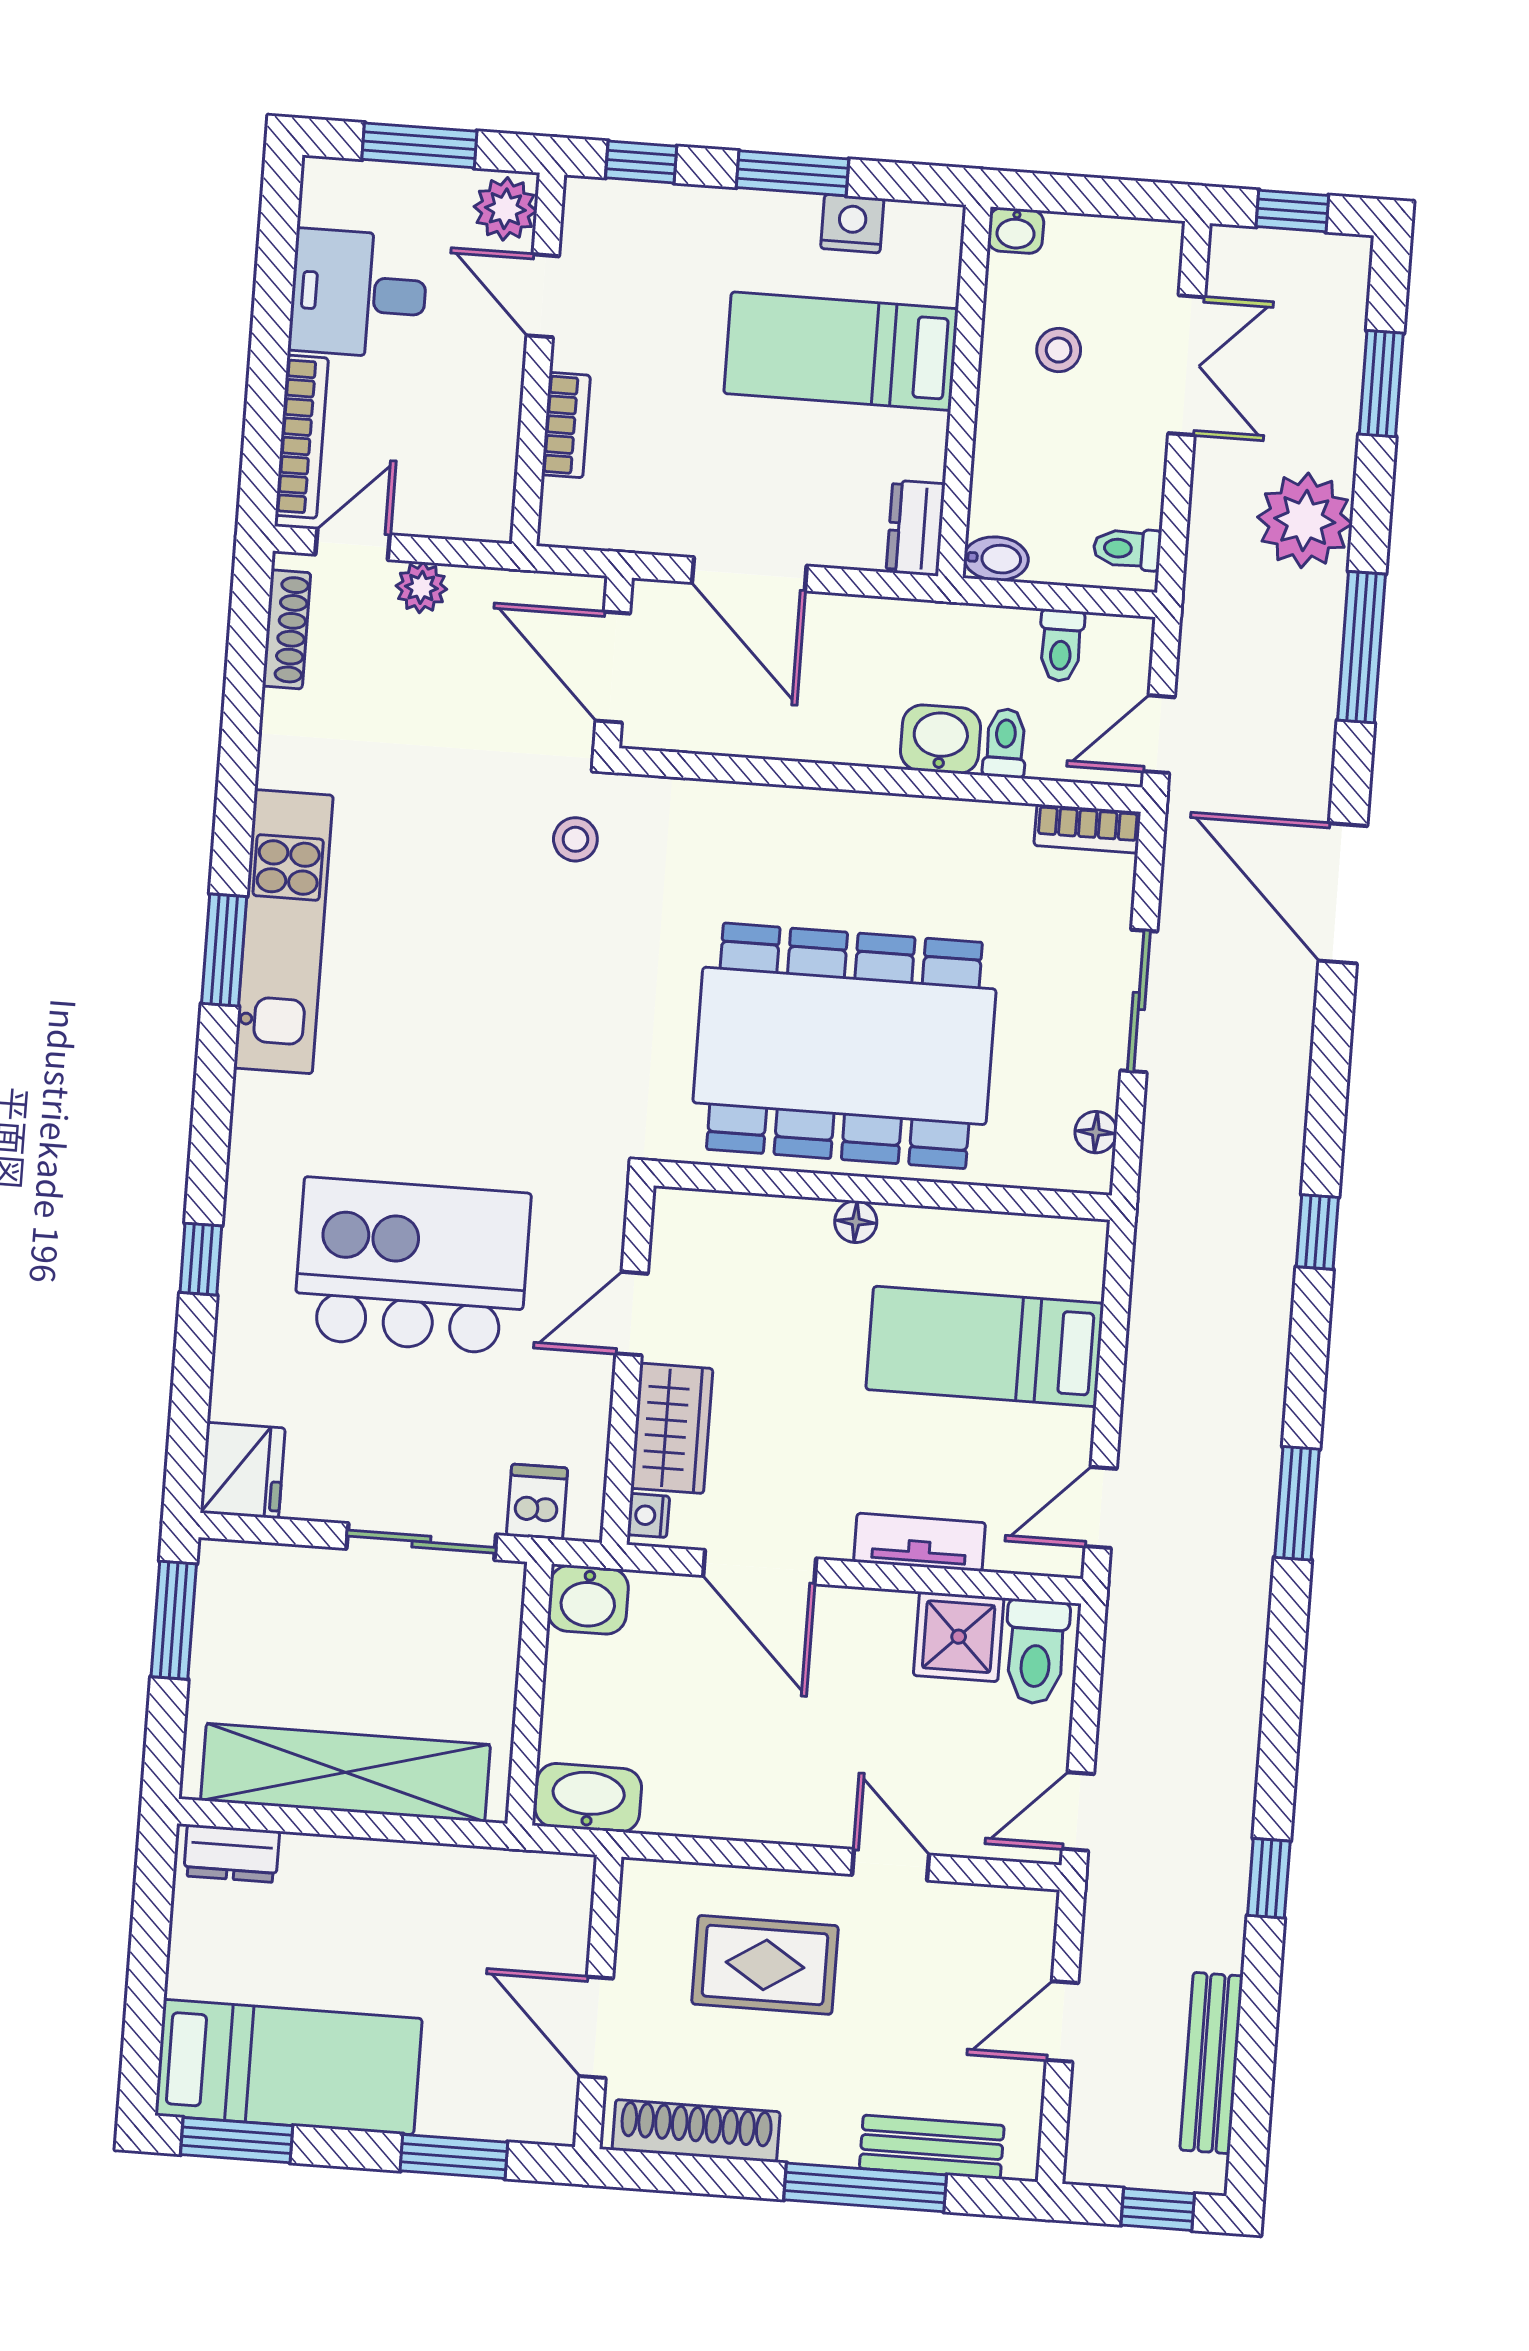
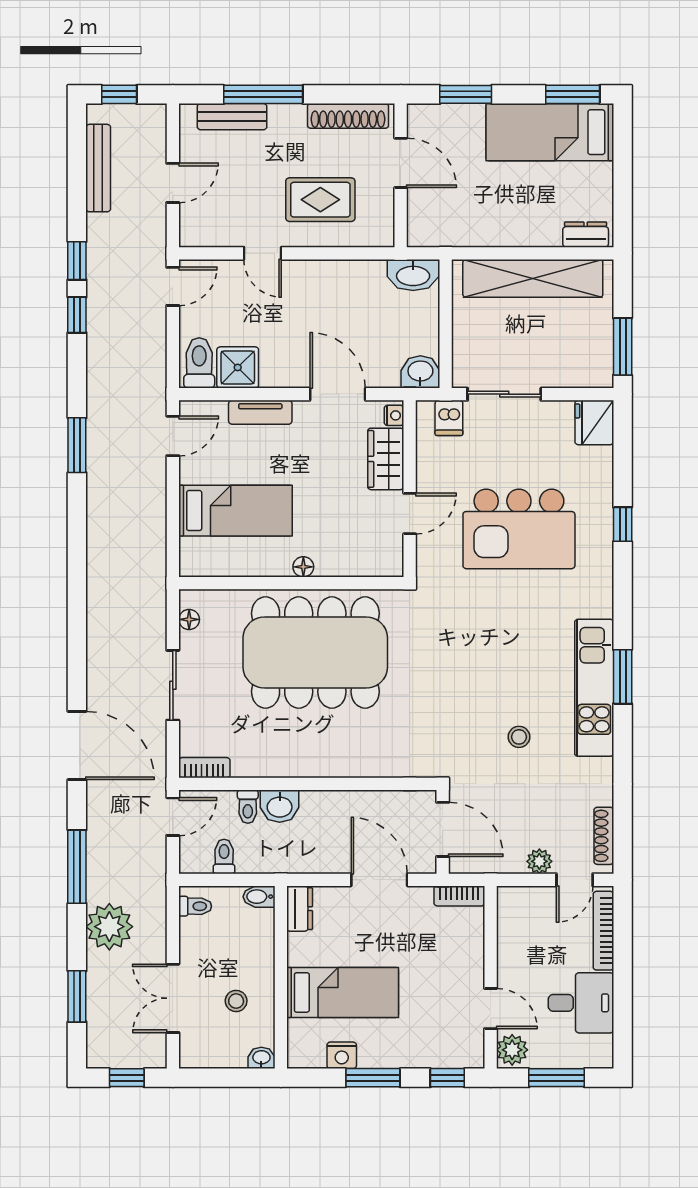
bookcase: (566, 425) -> (459, 896), moved, turned -90
stool: (575, 839) -> (519, 737), moved
window: (1317, 1232) -> (77, 315), moved

